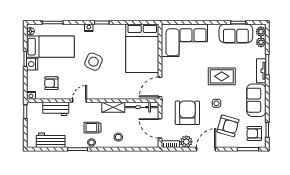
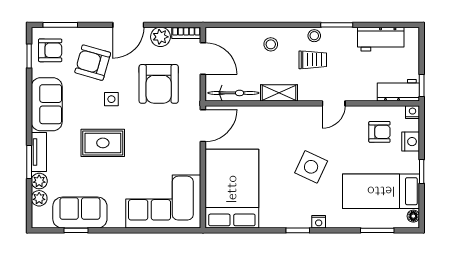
plant: (261, 32) -> (39, 181), moved
nightstand: (32, 64) -> (411, 142), moved
workbench: (56, 109) -> (398, 90), moved

